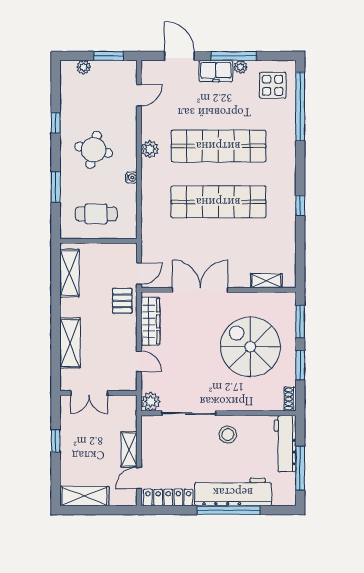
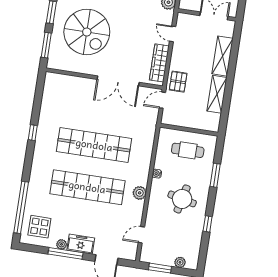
shelving: (69, 273) -> (217, 94), moved
shelving: (266, 281) -> (67, 80), removed

